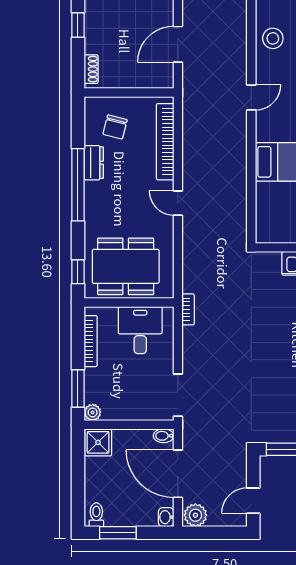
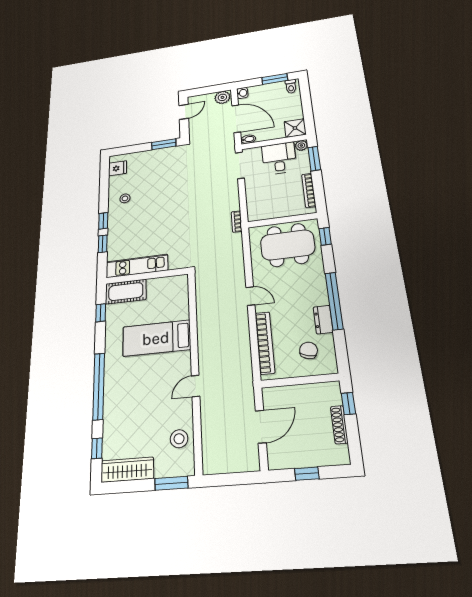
window: (78, 25) -> (348, 404), moved
shoe rack: (91, 69) -> (339, 425), moved, width x1.43
desk: (140, 330) -> (279, 158), moved, turned 180

